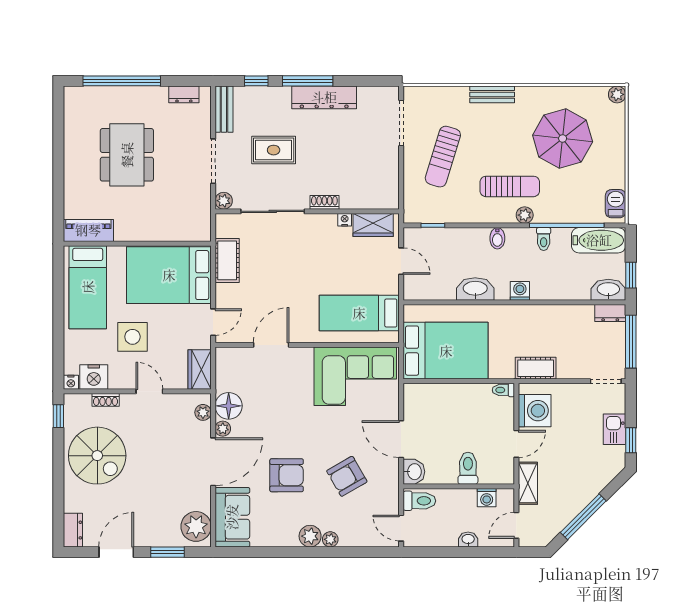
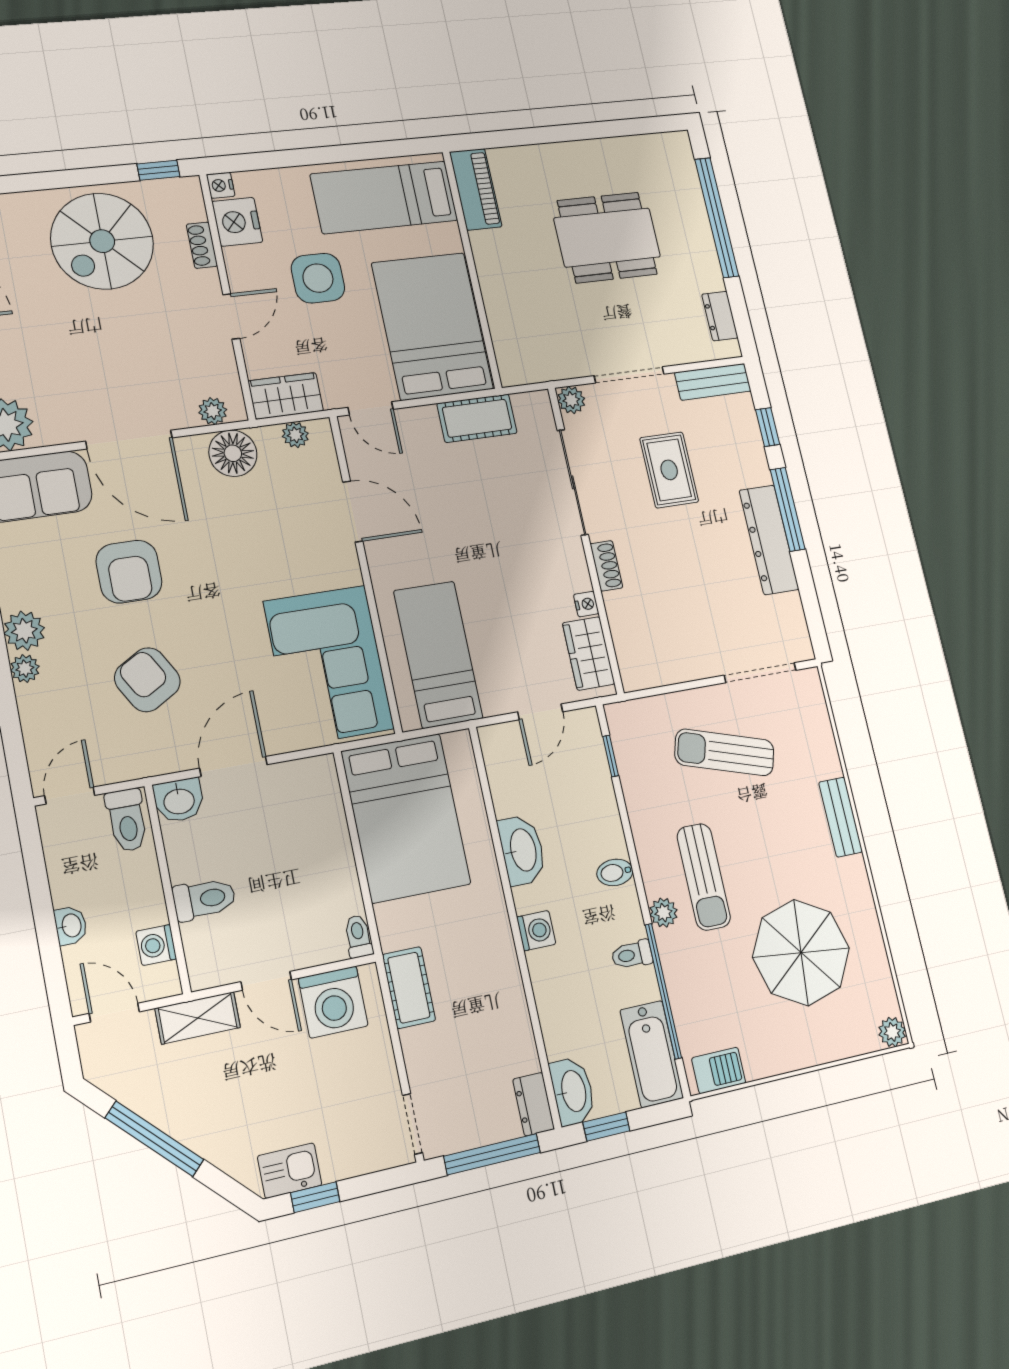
plant: (223, 429) -> (295, 435), moved
kitchen sink: (615, 429) -> (290, 1171), moved

